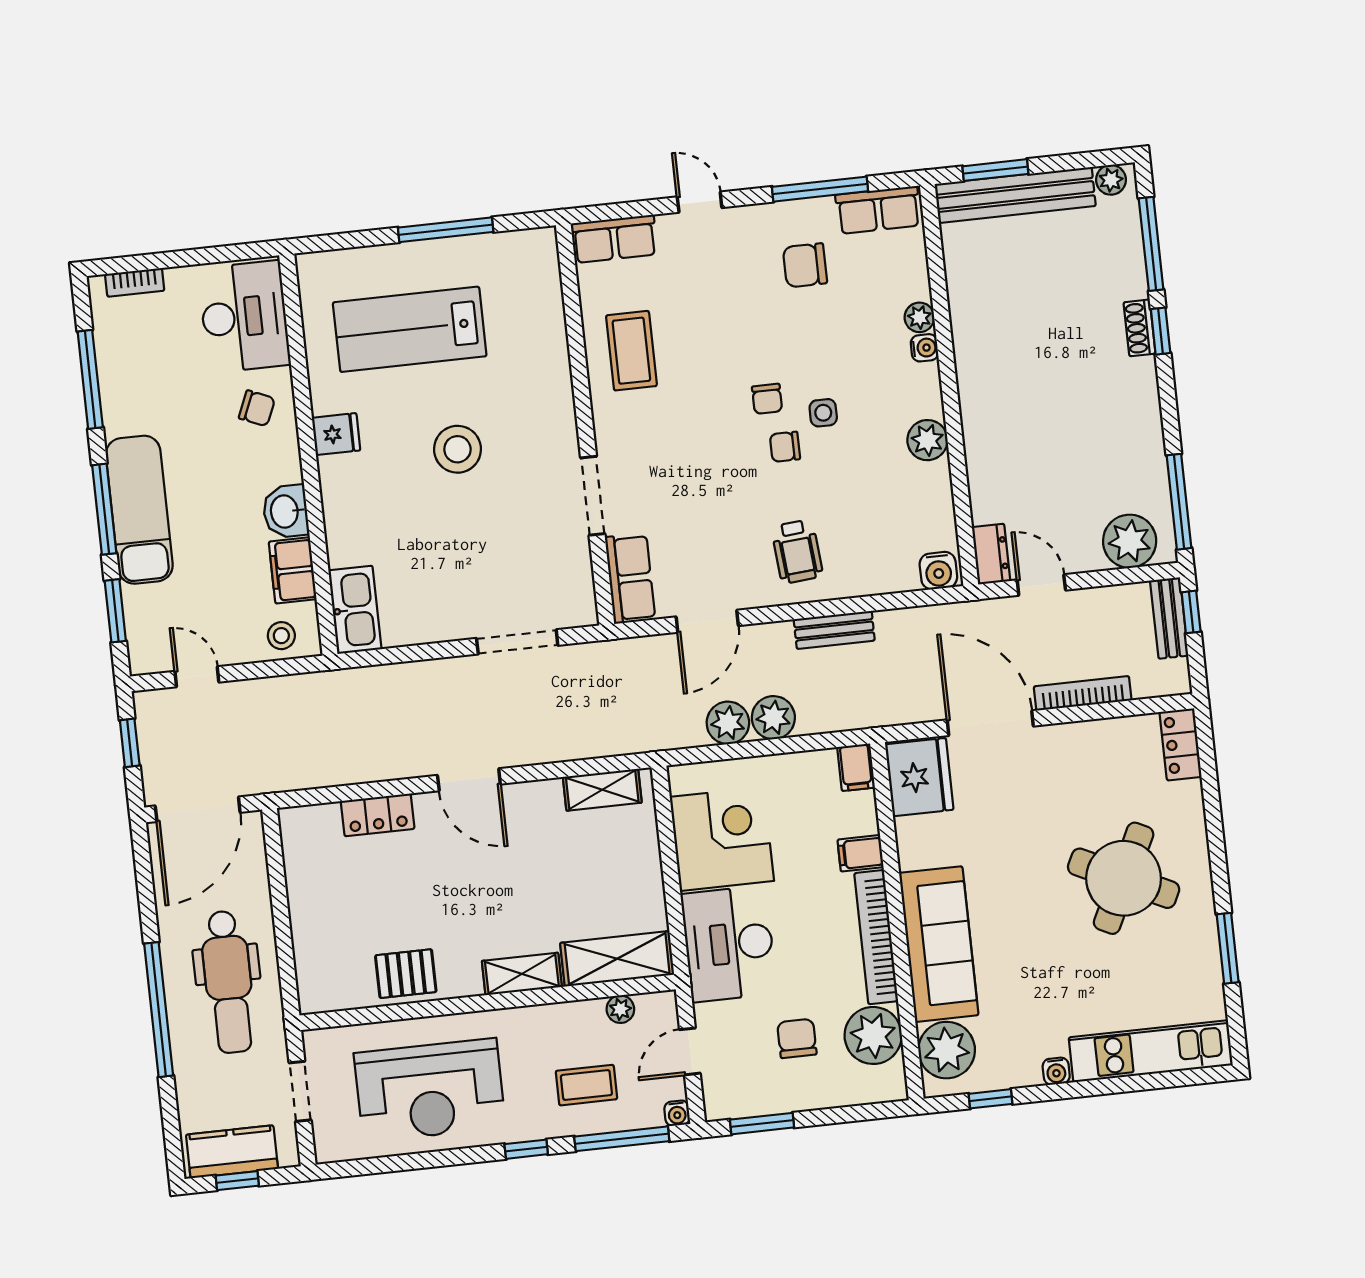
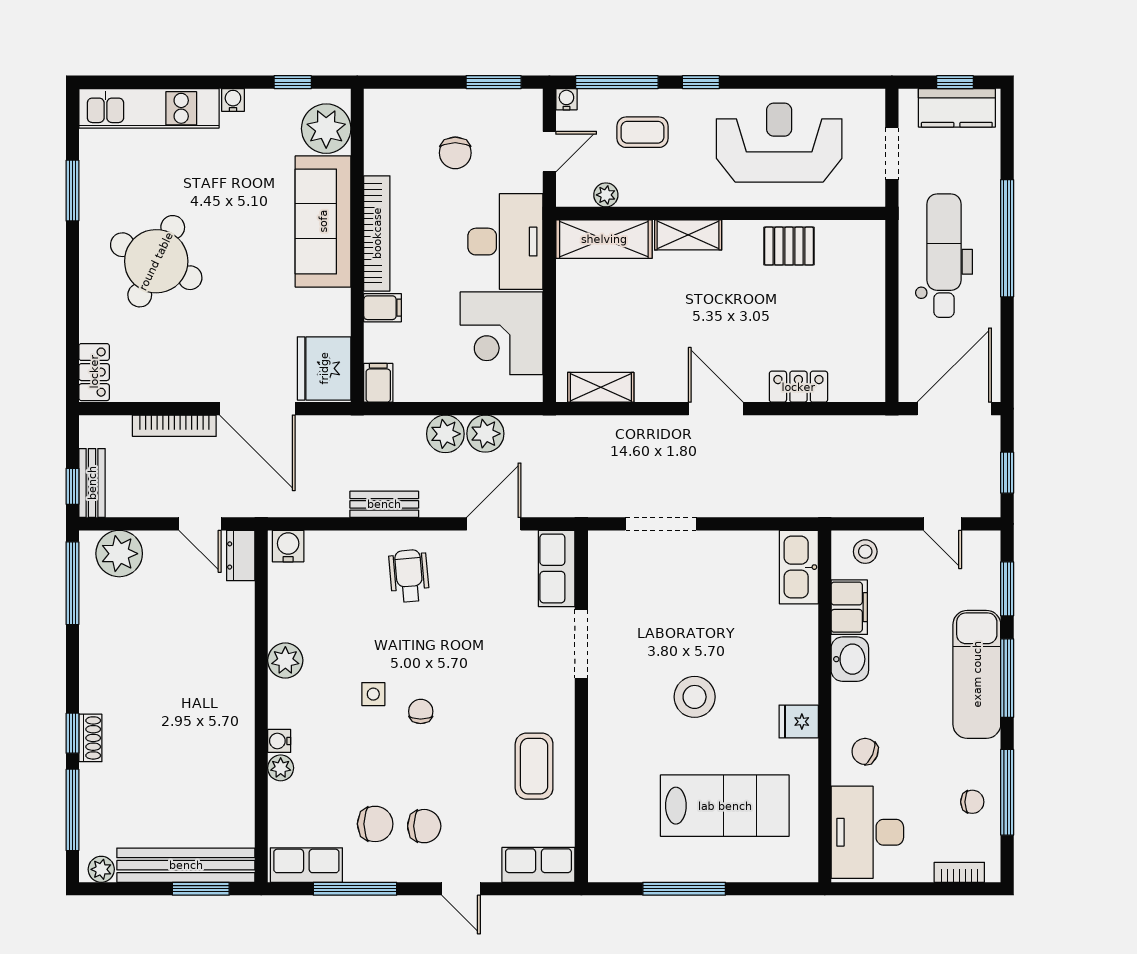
chair: (129, 364) -> (972, 802), added
chair: (785, 447) -> (424, 826), moved, width x1.37, depth x1.37
plant: (873, 1035) -> (389, 148), removed

